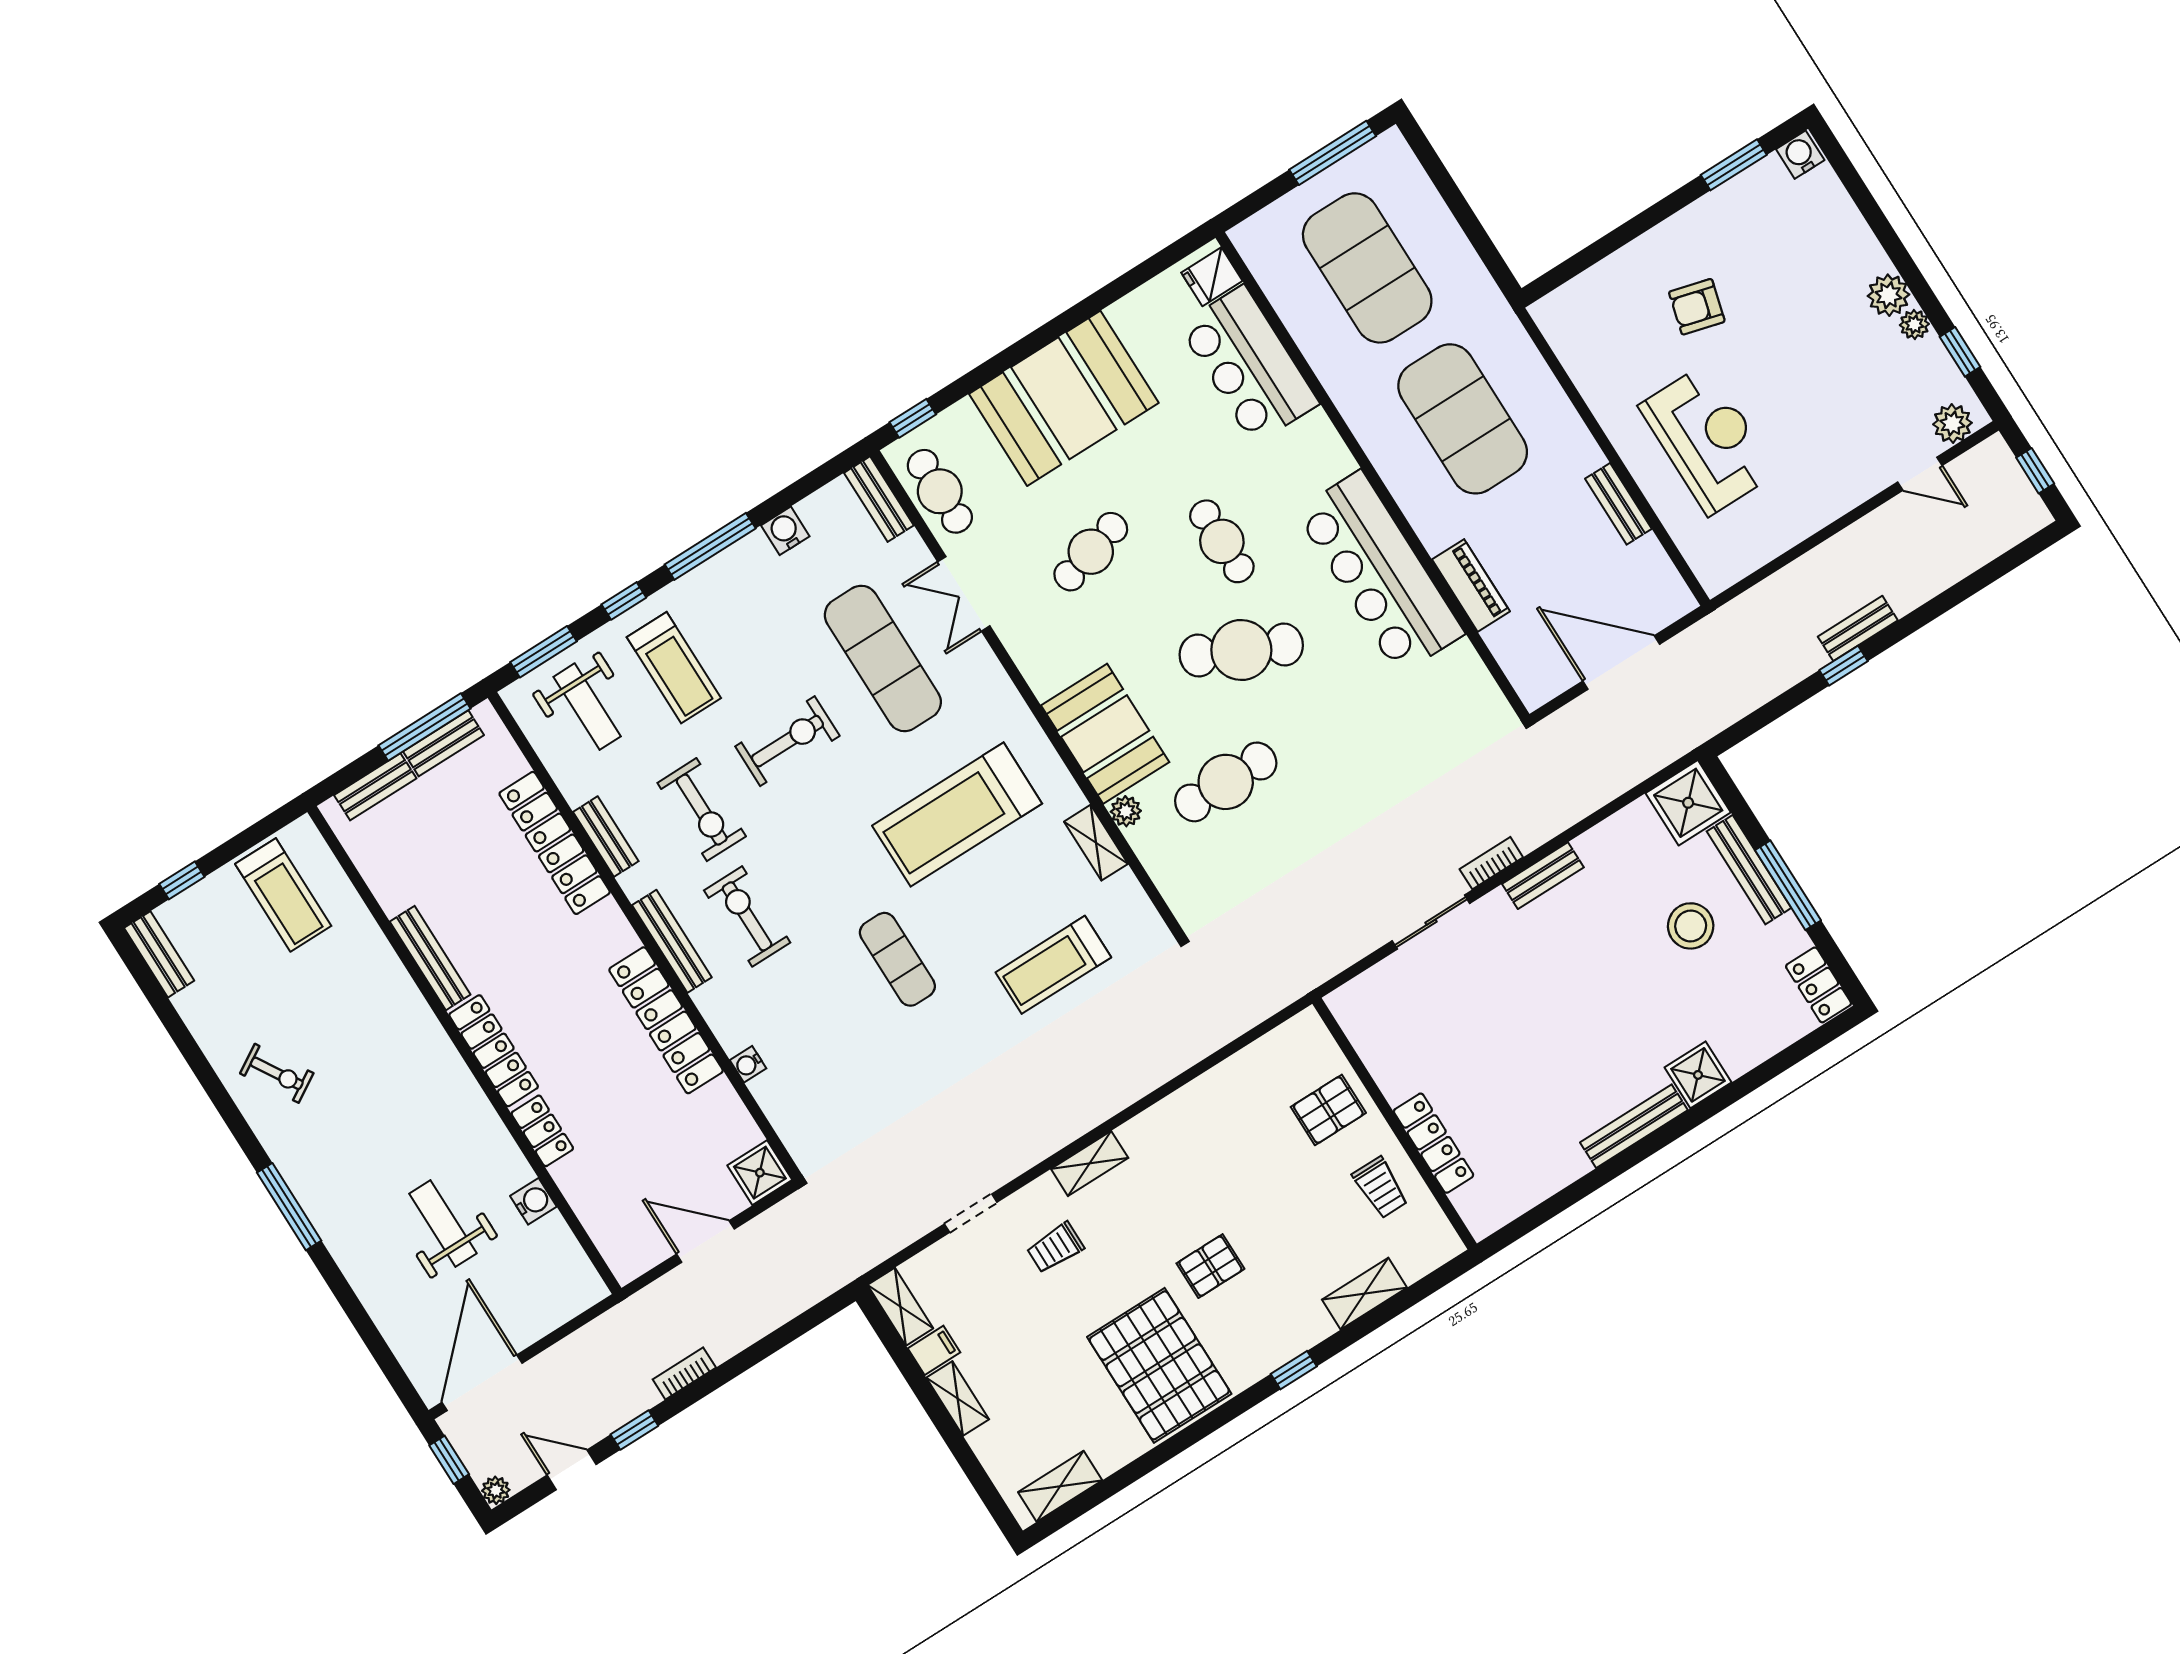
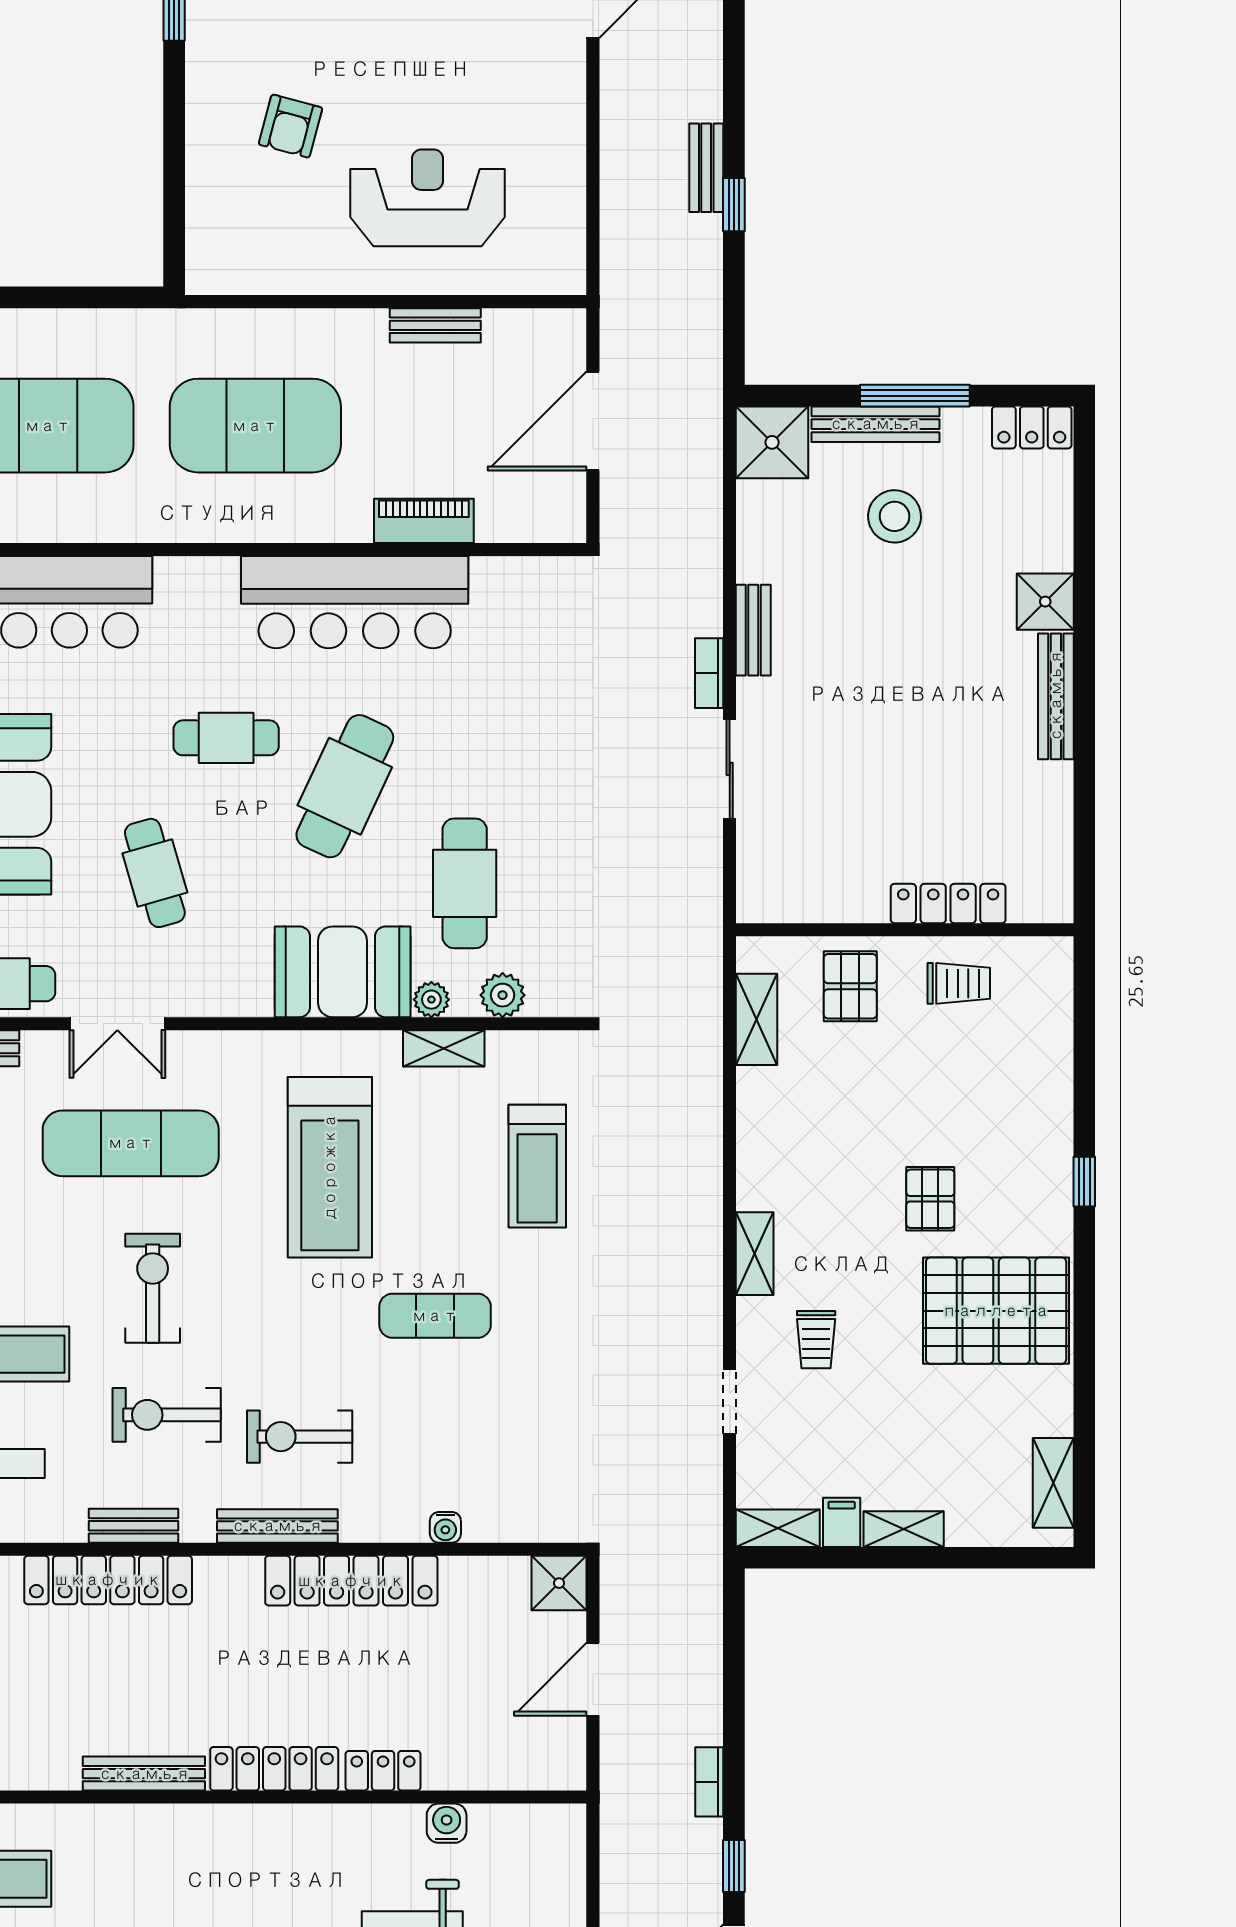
exercise bike: (702, 810) -> (167, 1415), turned 180
plant: (1162, 861) -> (503, 995), added
shelving: (1365, 1294) -> (757, 1019), moved

